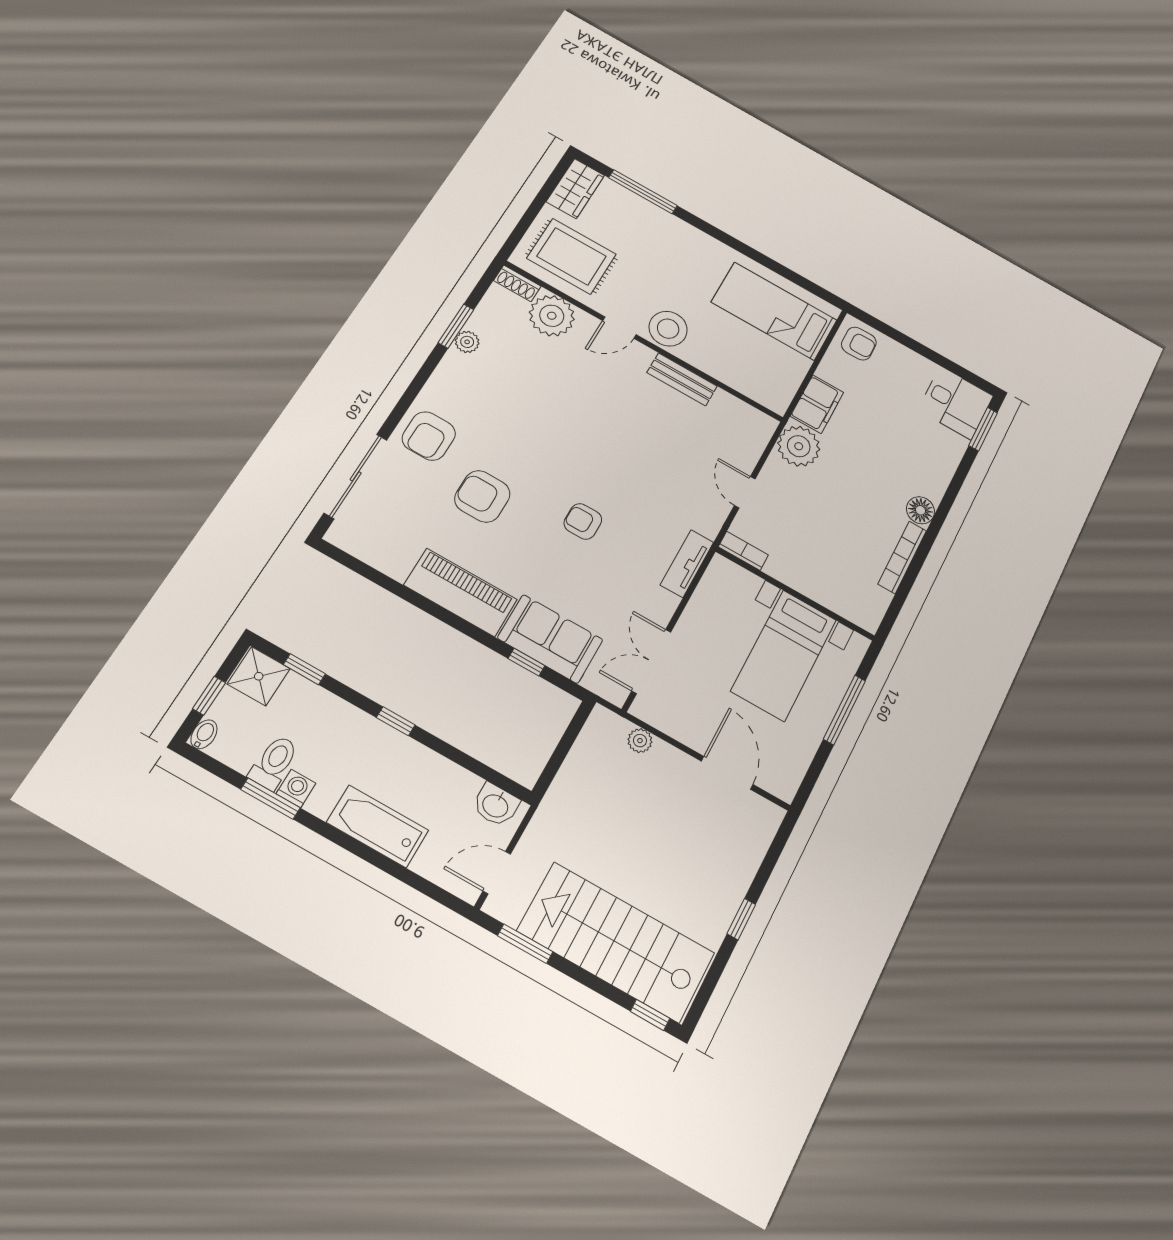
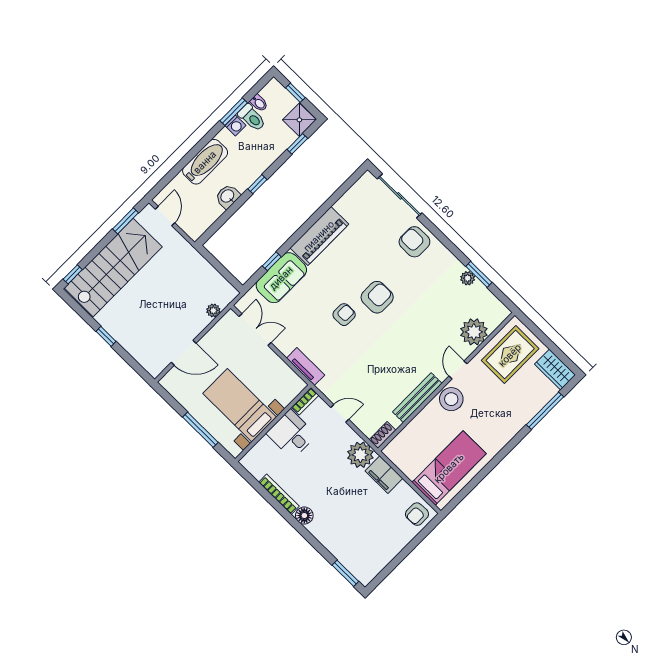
shoe rack: (517, 283) -> (382, 435), moved
bench: (682, 379) -> (417, 398), width x1.36
desk: (956, 403) -> (291, 434), moved, turned 90
armchair: (482, 496) -> (377, 297), moved
bidet: (204, 734) -> (259, 103), moved
washbasin: (496, 805) -> (228, 196), moved

